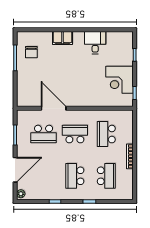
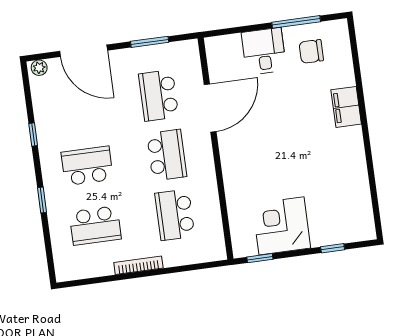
desk: (95, 43) -> (264, 51), moved, turned -90
school desk: (106, 134) -> (175, 215), turned -90

